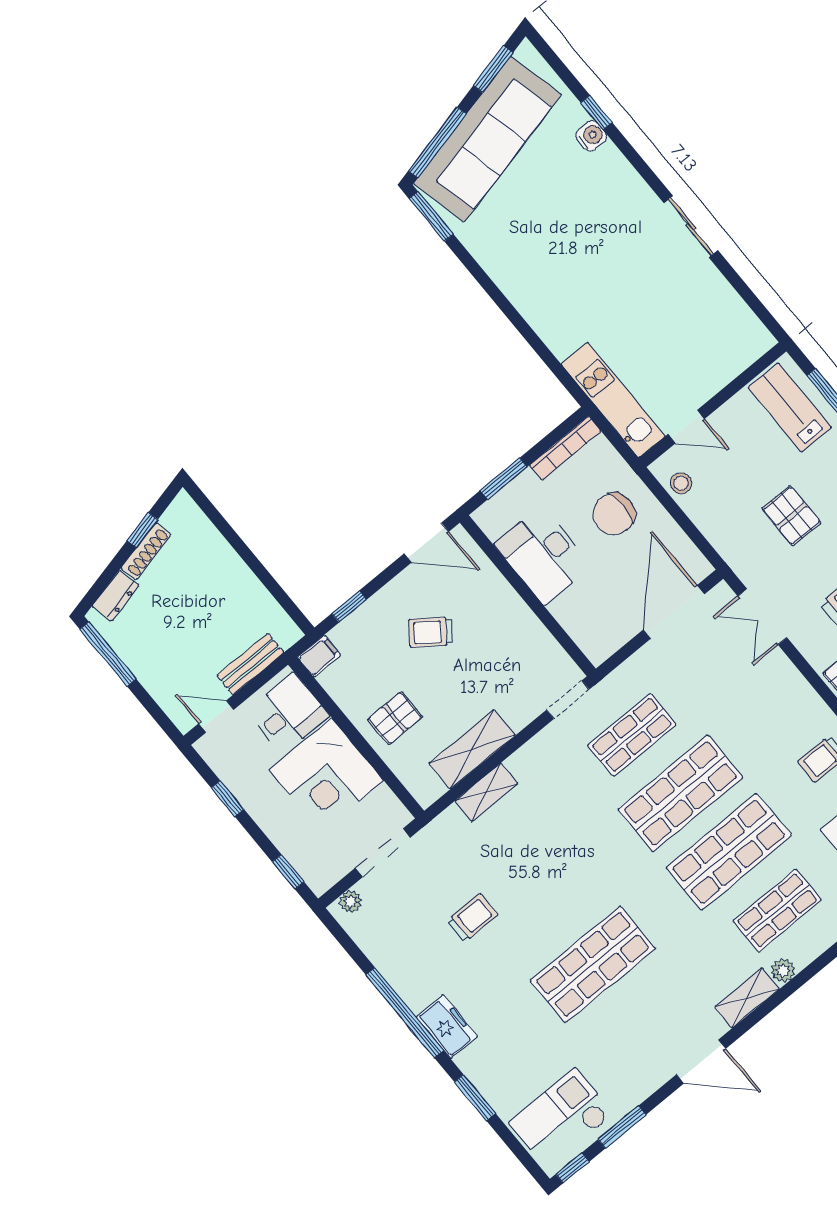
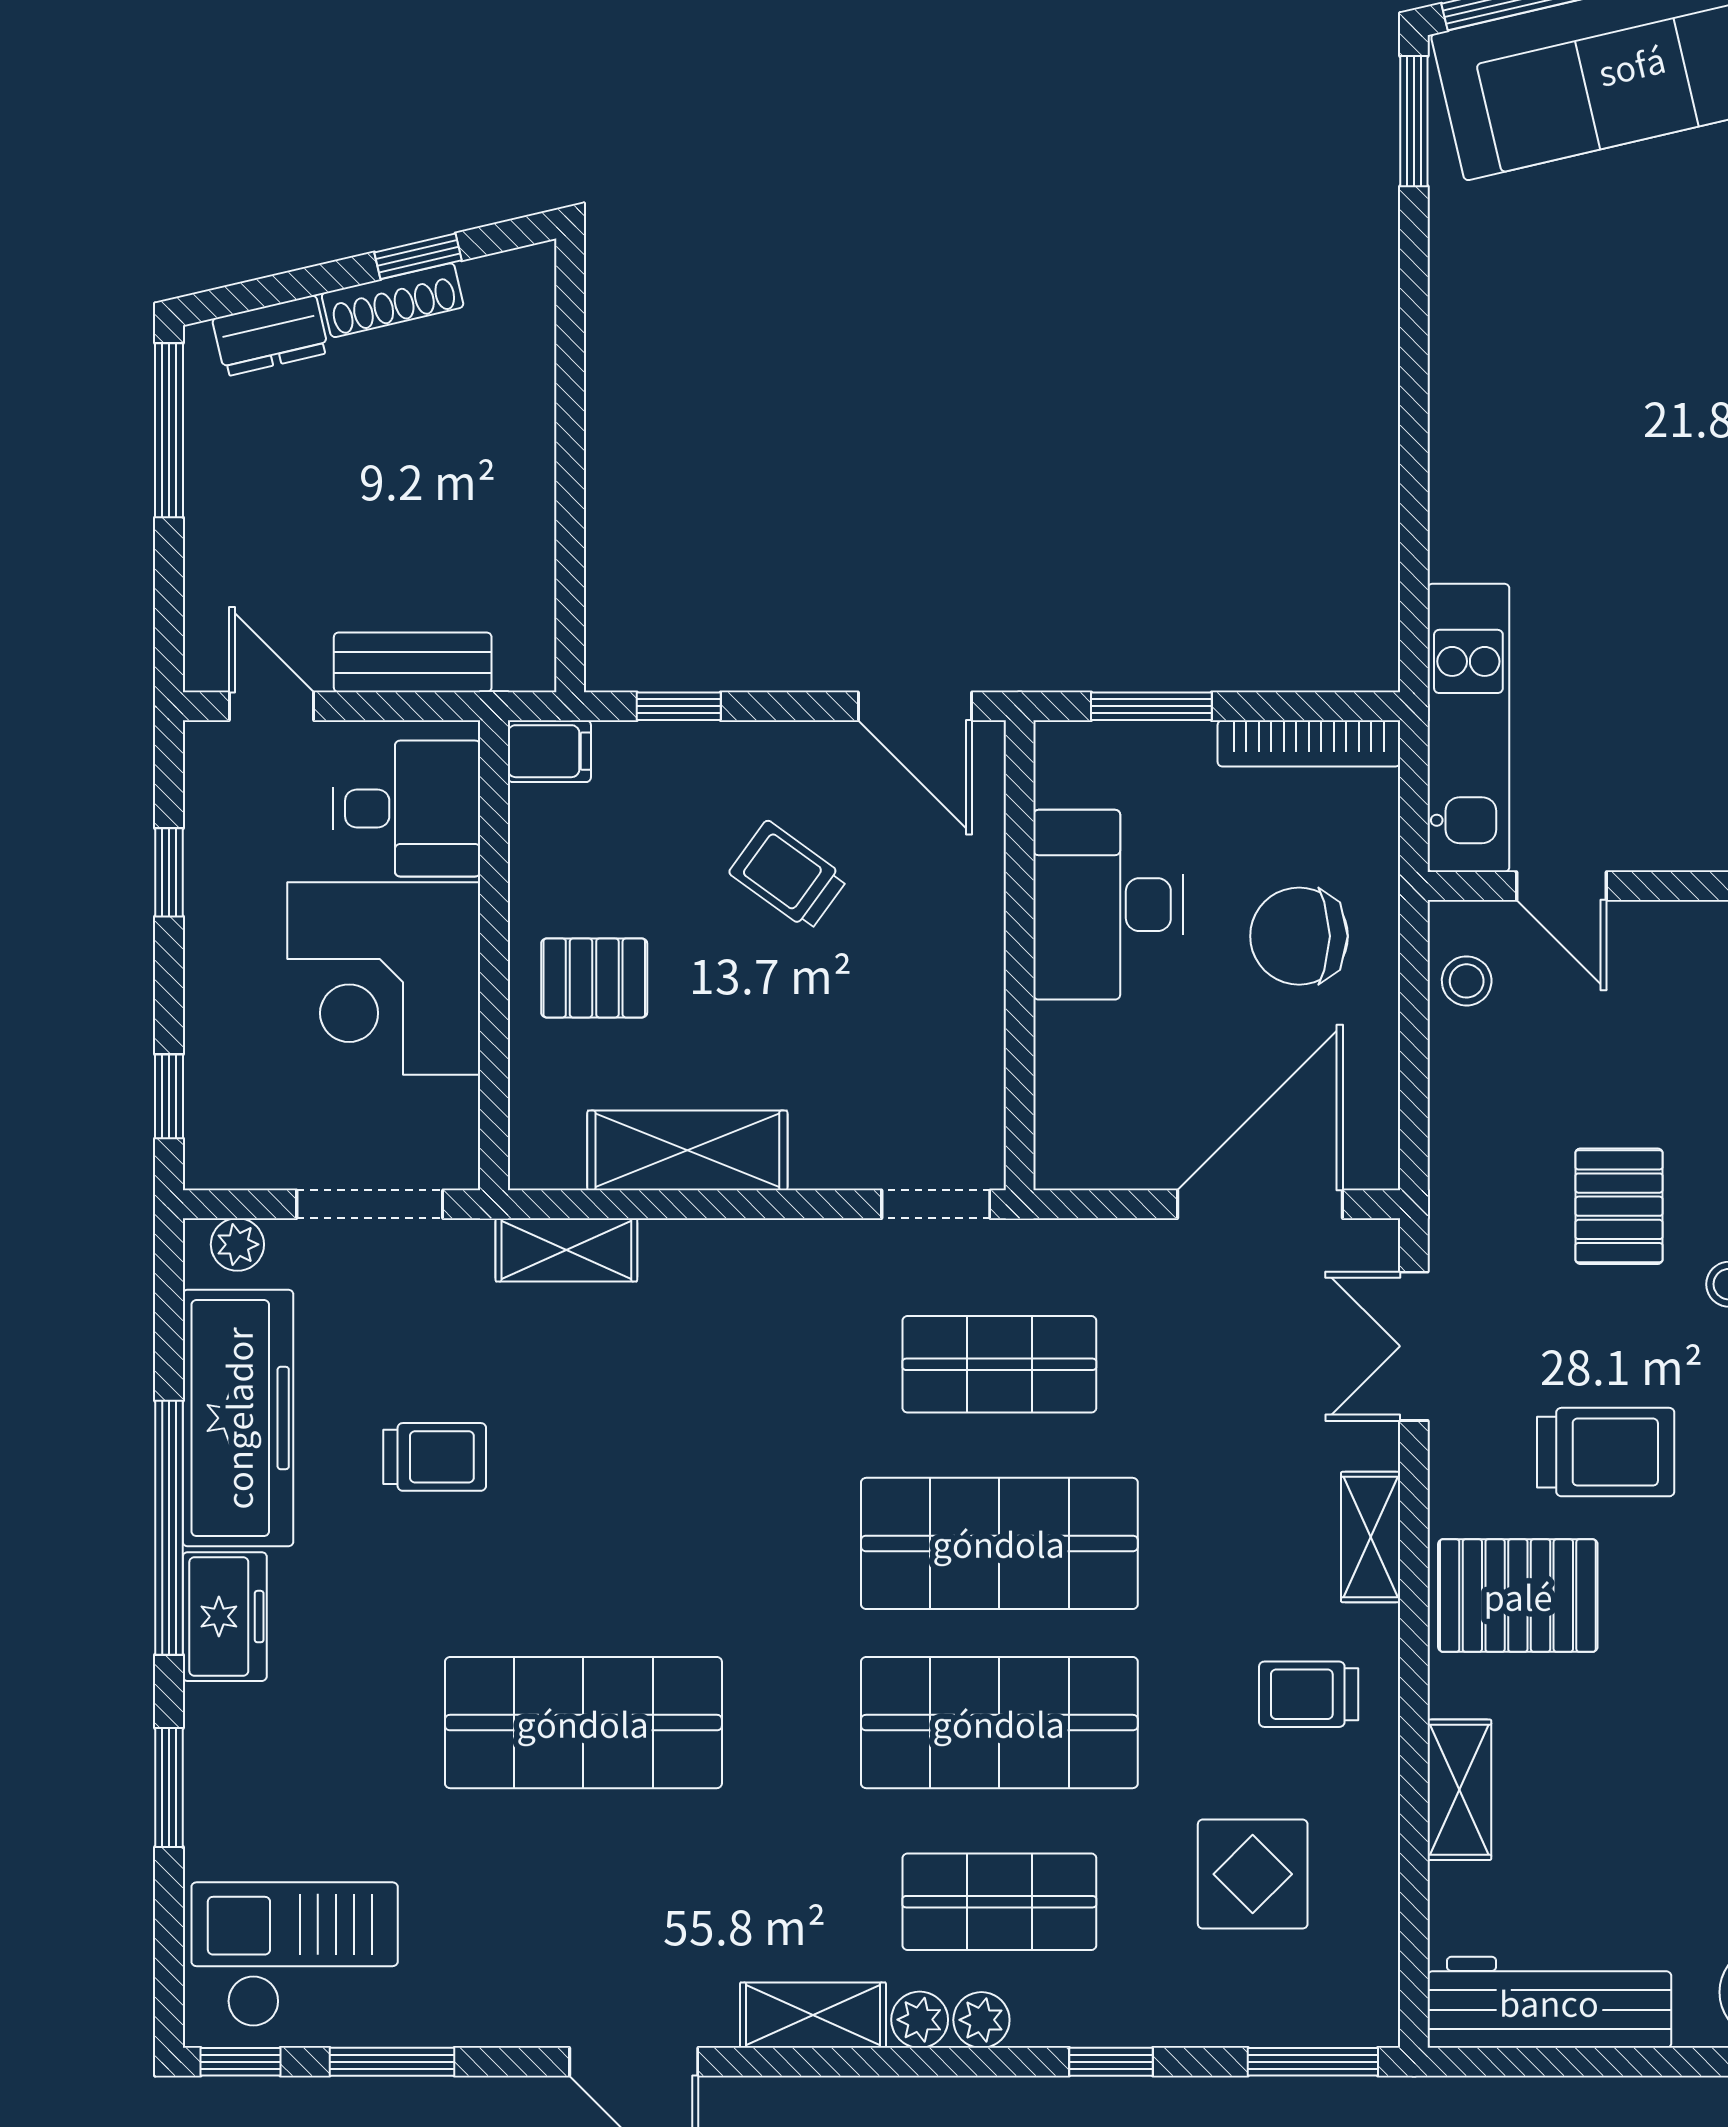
shelving: (800, 691) -> (1371, 1537), added
shelving: (486, 792) -> (566, 1250), moved
plant: (803, 954) -> (981, 2020), added
freezer: (398, 958) -> (238, 1418), added

